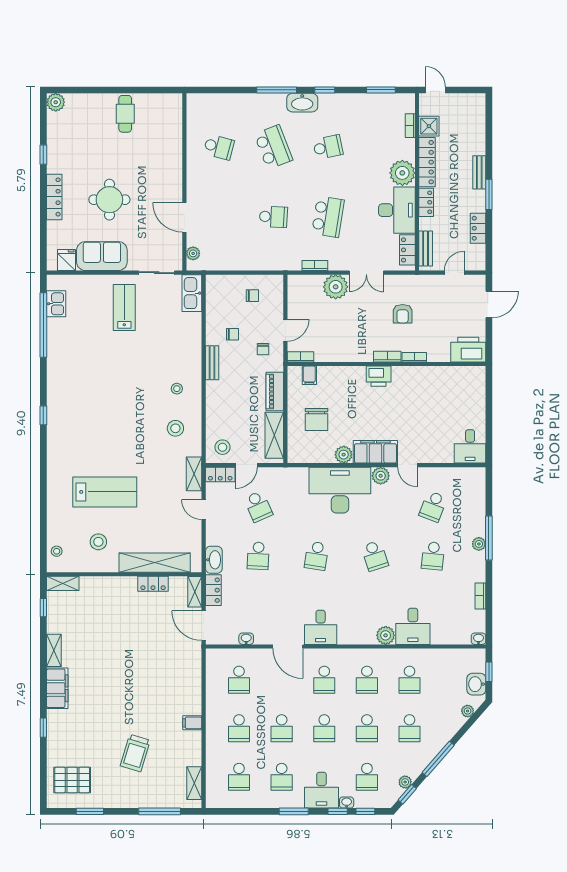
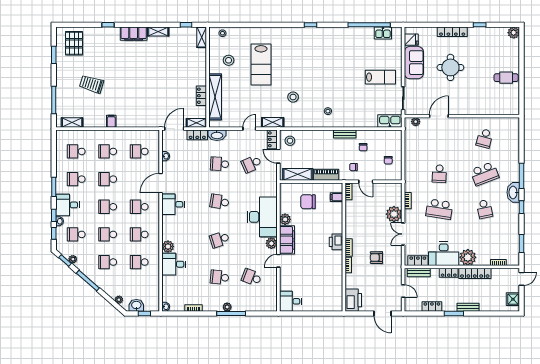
shower: (429, 126) -> (513, 299), moved
stool: (175, 428) -> (293, 97), moved

